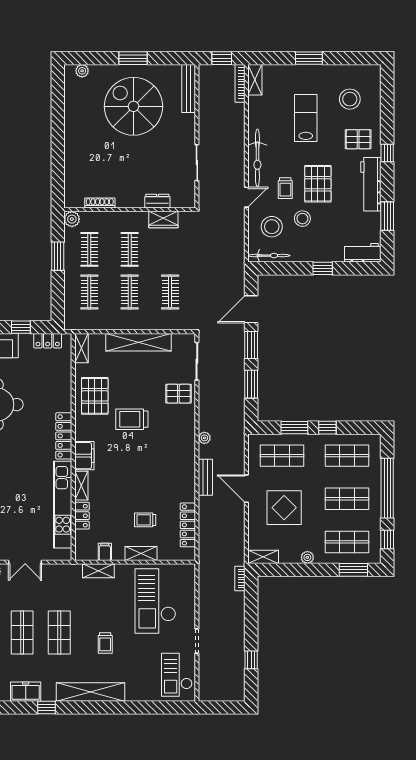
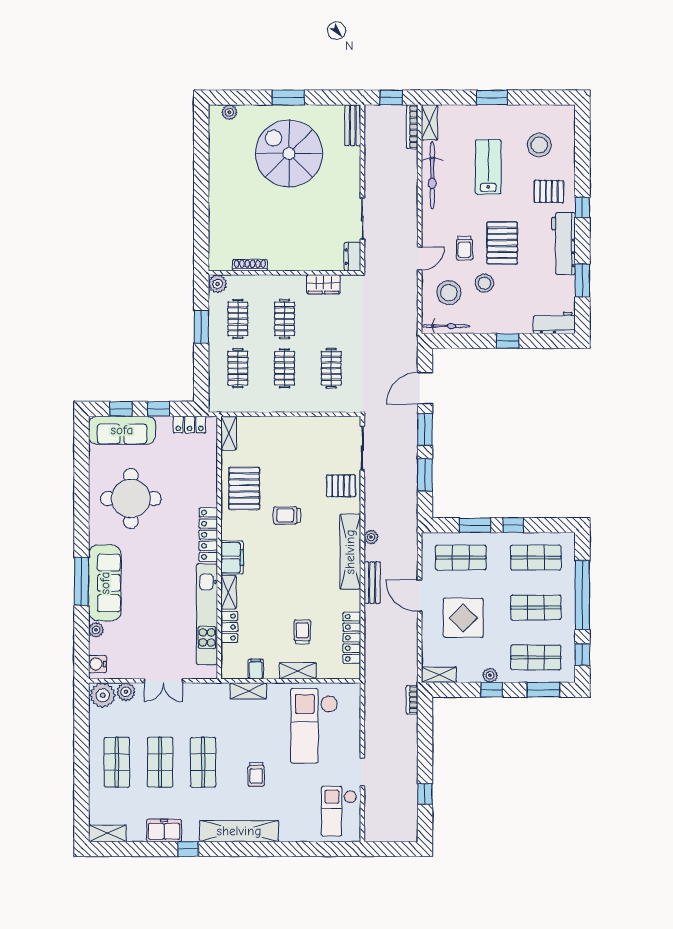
bench: (189, 88) -> (353, 125), width x0.73
bicycle: (257, 158) -> (432, 175), moved
dresser: (157, 201) -> (352, 257), moved, turned -90
shelving: (139, 342) -> (350, 552), moved, turned 90
trolley: (132, 419) -> (287, 515), width x0.73, depth x0.72
trolley: (145, 520) -> (302, 632), turned 90
window: (309, 570) -> (492, 690), added

